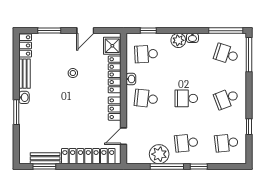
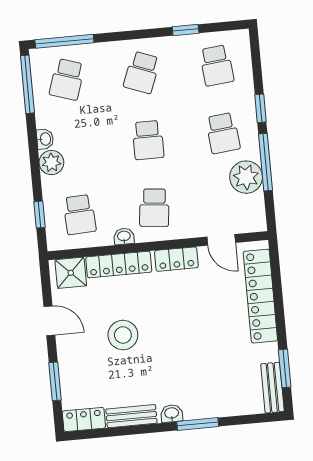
stool: (73, 73) -> (123, 335), width x1.89, depth x1.89
school desk: (226, 98) -> (142, 72), turned 42
bench: (45, 158) -> (272, 388), moved

